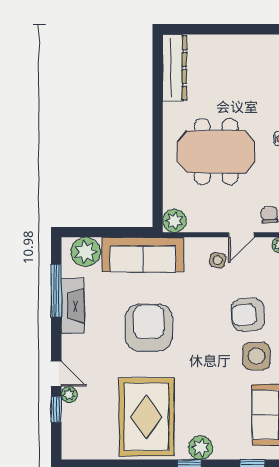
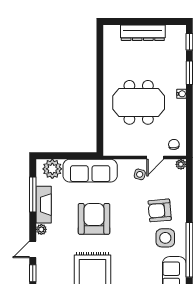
dresser: (175, 68) -> (143, 33), moved, turned 90
plant: (174, 221) -> (111, 148), removed
door: (56, 374) -> (33, 249), swing flipped
plant: (69, 395) -> (41, 229), moved

